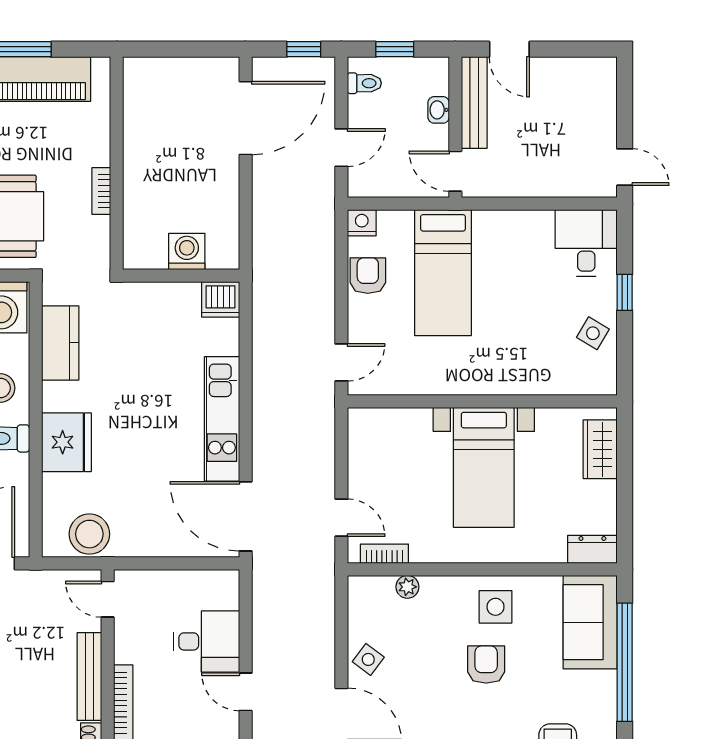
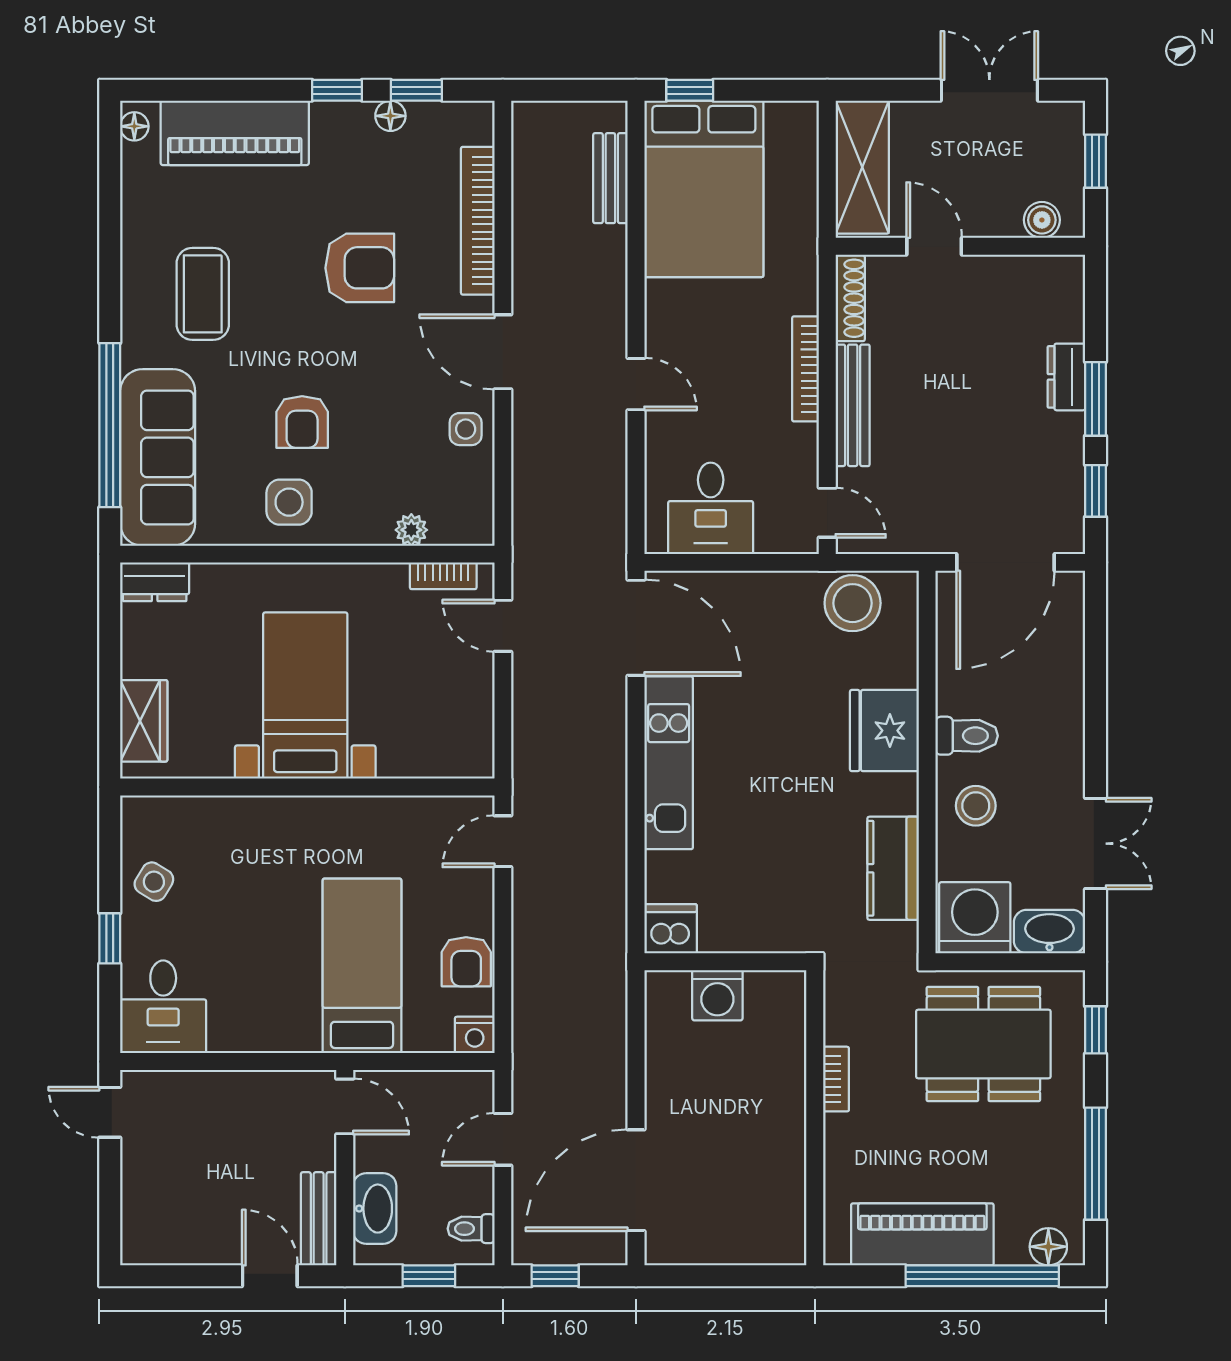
bench: (474, 103) -> (319, 1219), width x0.73
washbasin: (439, 110) -> (375, 1209), width x1.91, depth x1.45
sofa: (590, 622) -> (158, 457), width x1.36
desk: (207, 641) -> (711, 508), moved, turned -90
side table: (368, 659) -> (466, 429), turned -37

